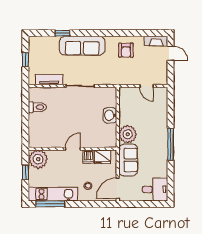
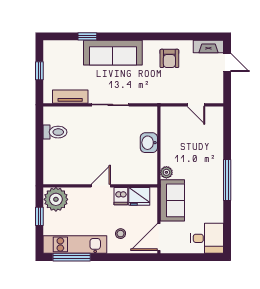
plant: (128, 134) -> (166, 172), width x0.53, depth x0.53

